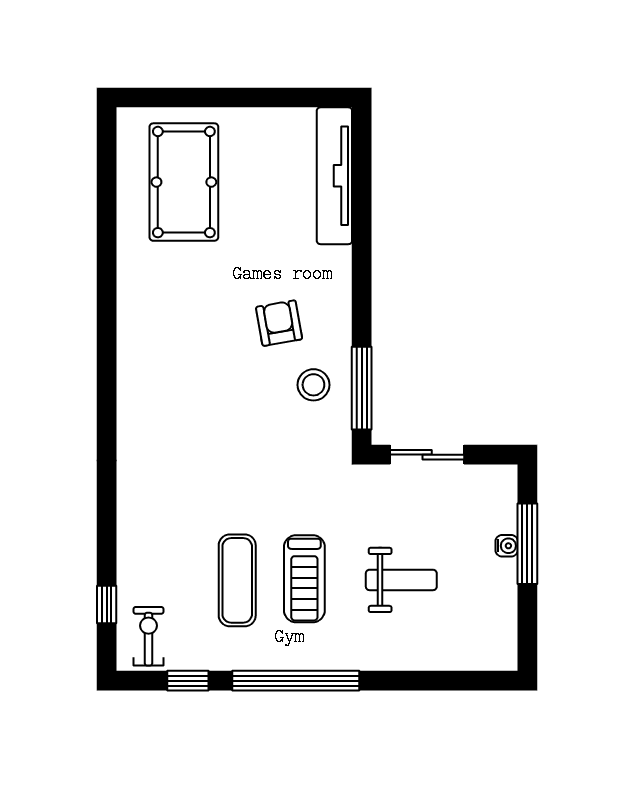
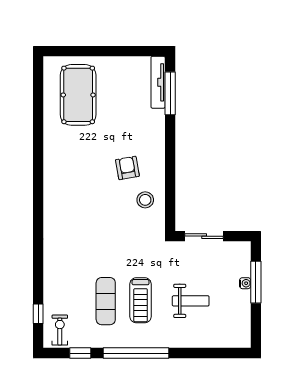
tv unit: (334, 176) -> (158, 82), width x0.73, depth x0.78
window: (362, 388) -> (170, 93), moved

